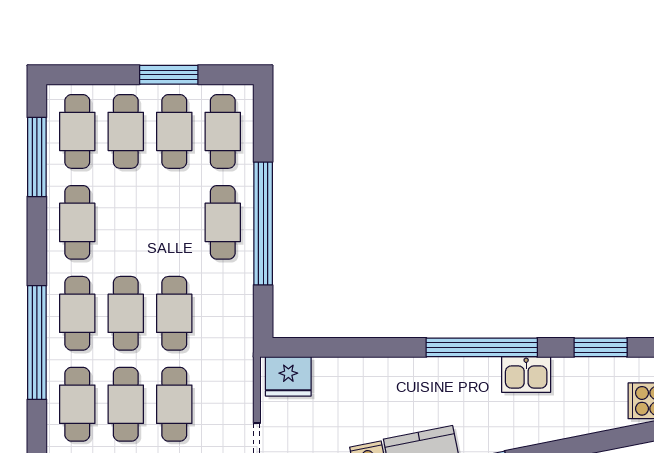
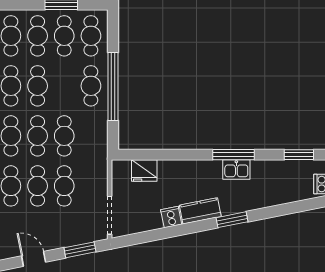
cafe table: (126, 222) -> (38, 86), added
window: (482, 347) -> (233, 155), width x0.68
kitchen sink: (526, 374) -> (236, 170), moved
fridge: (288, 376) -> (144, 171), moved

